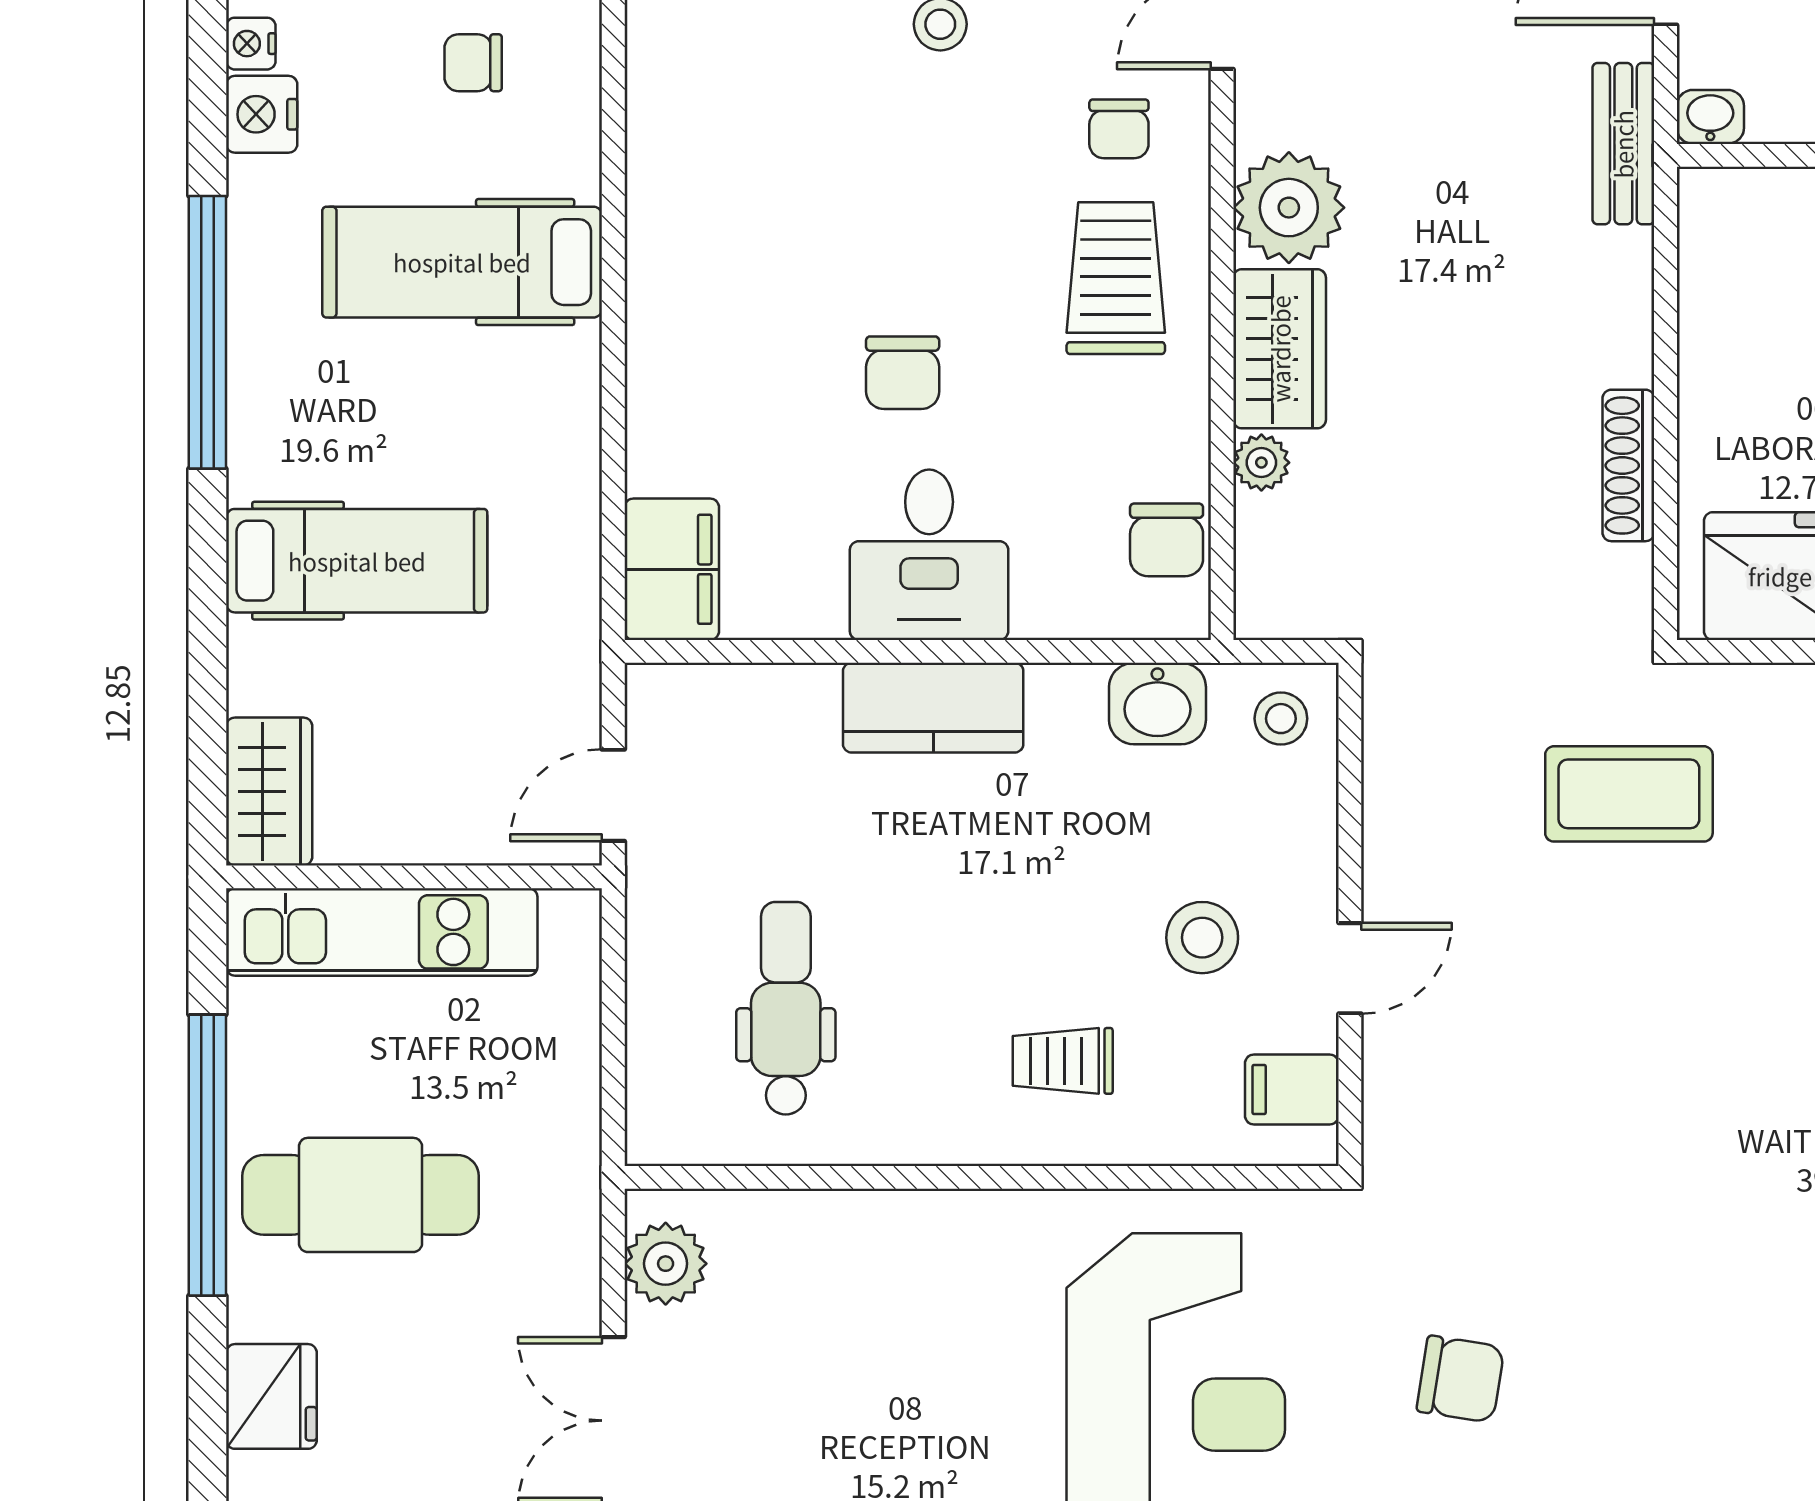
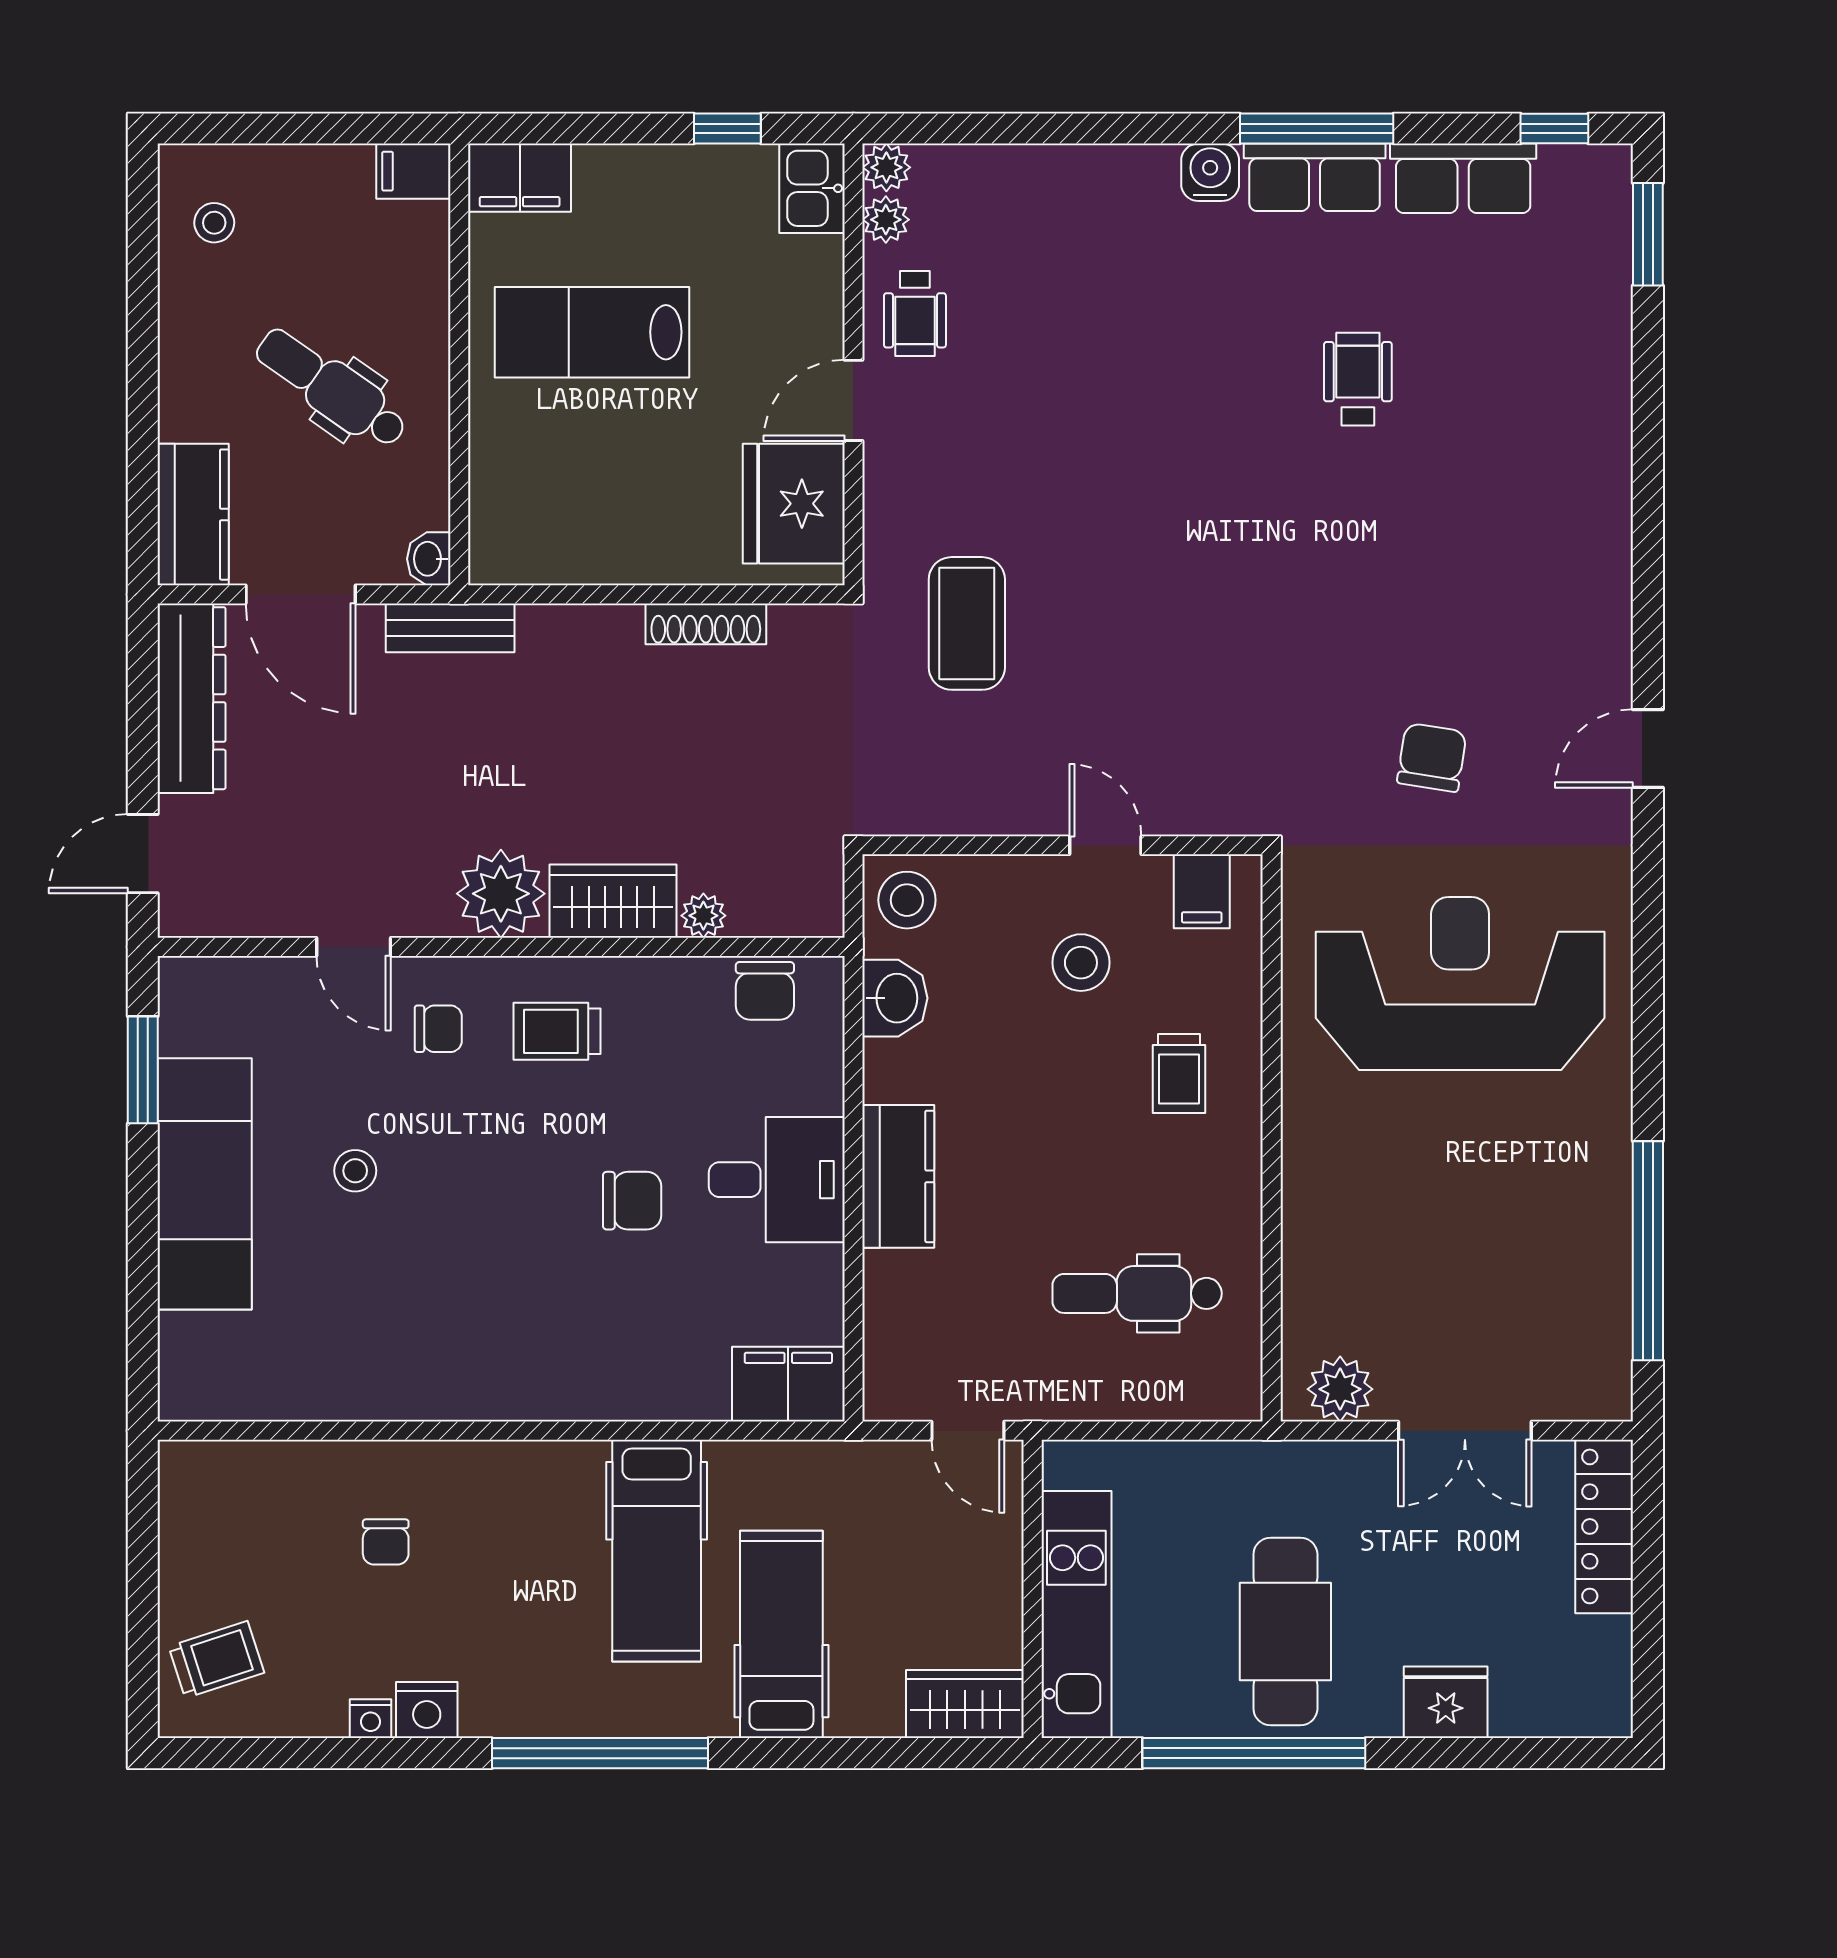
hospital bed: (462, 262) -> (657, 1551), moved
trolley: (1116, 278) -> (557, 1031), width x0.73, depth x0.72
chair: (1167, 540) -> (765, 991), turned 90
stool: (1281, 719) -> (907, 900), width x1.37, depth x1.37

